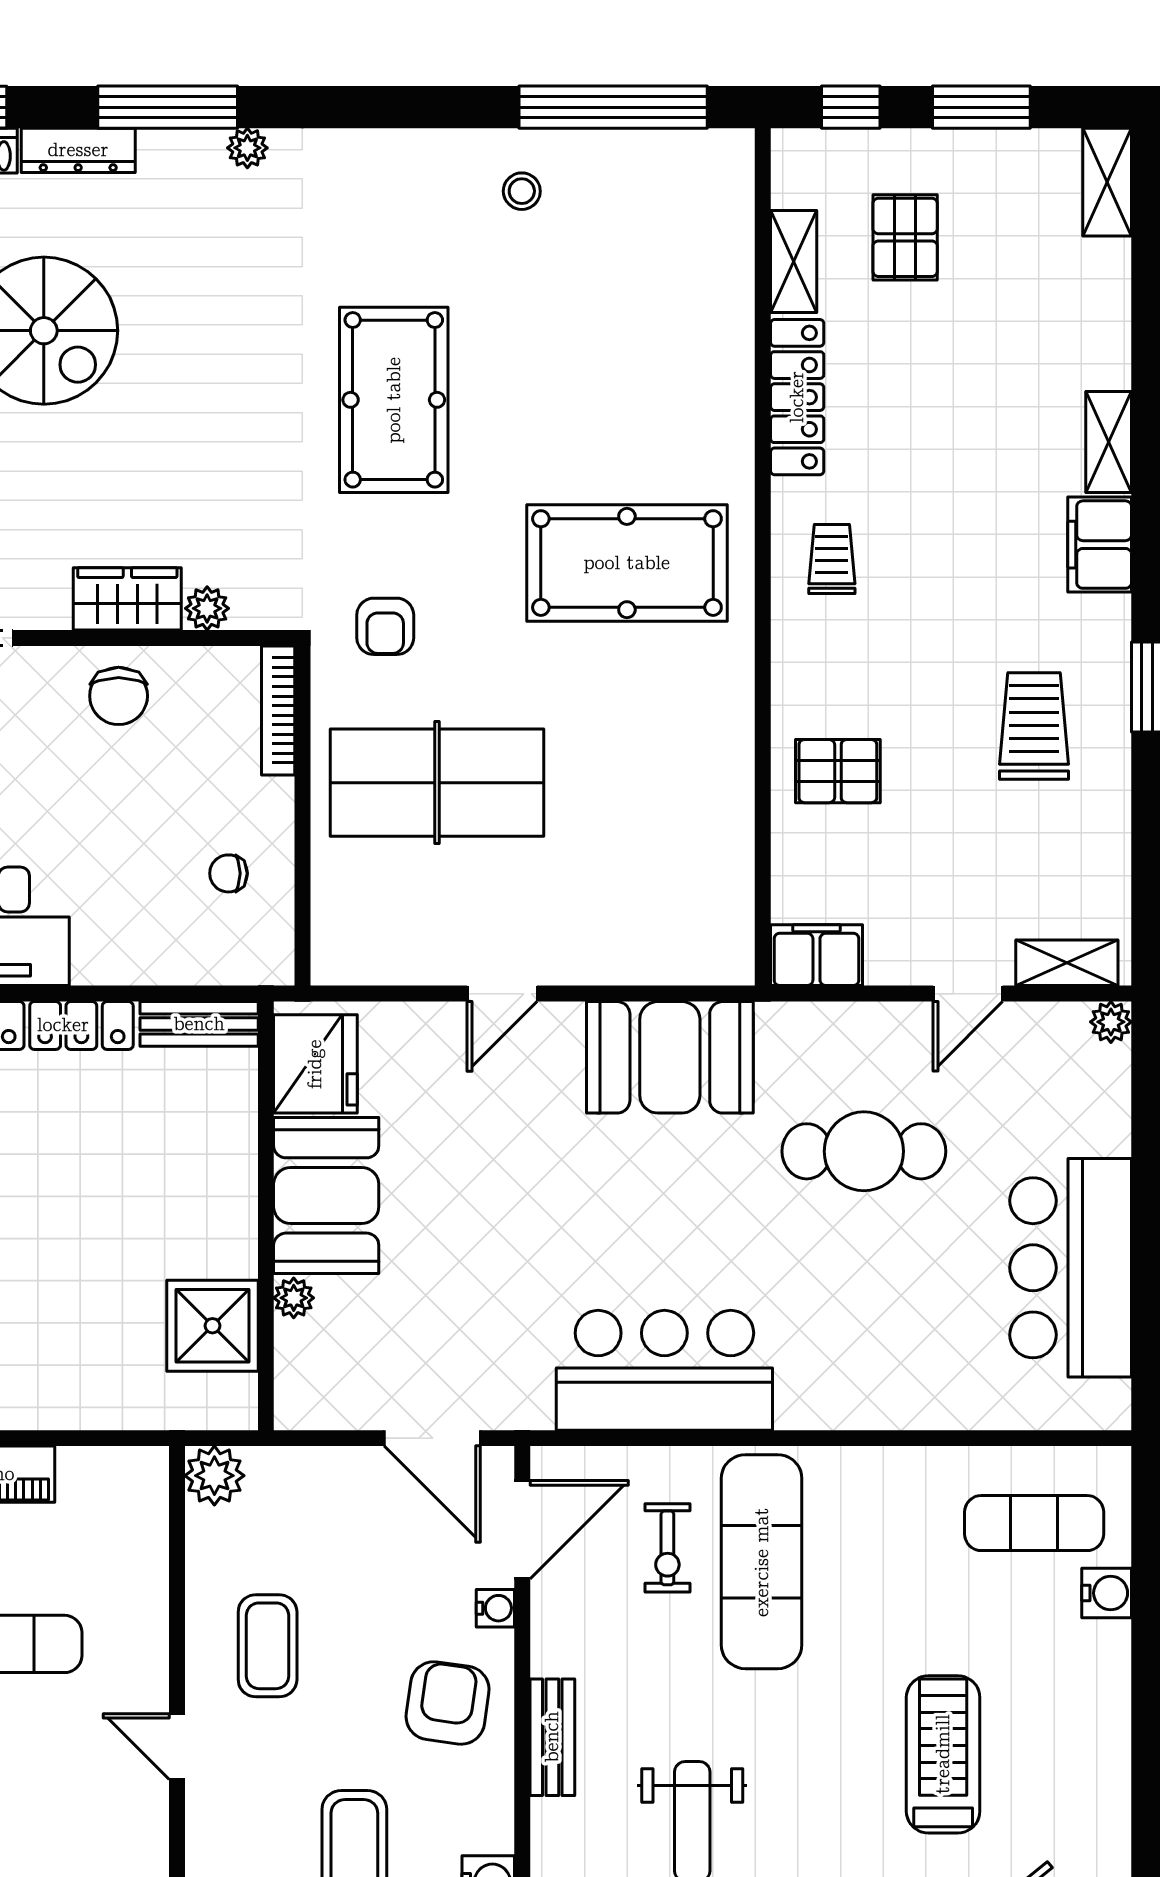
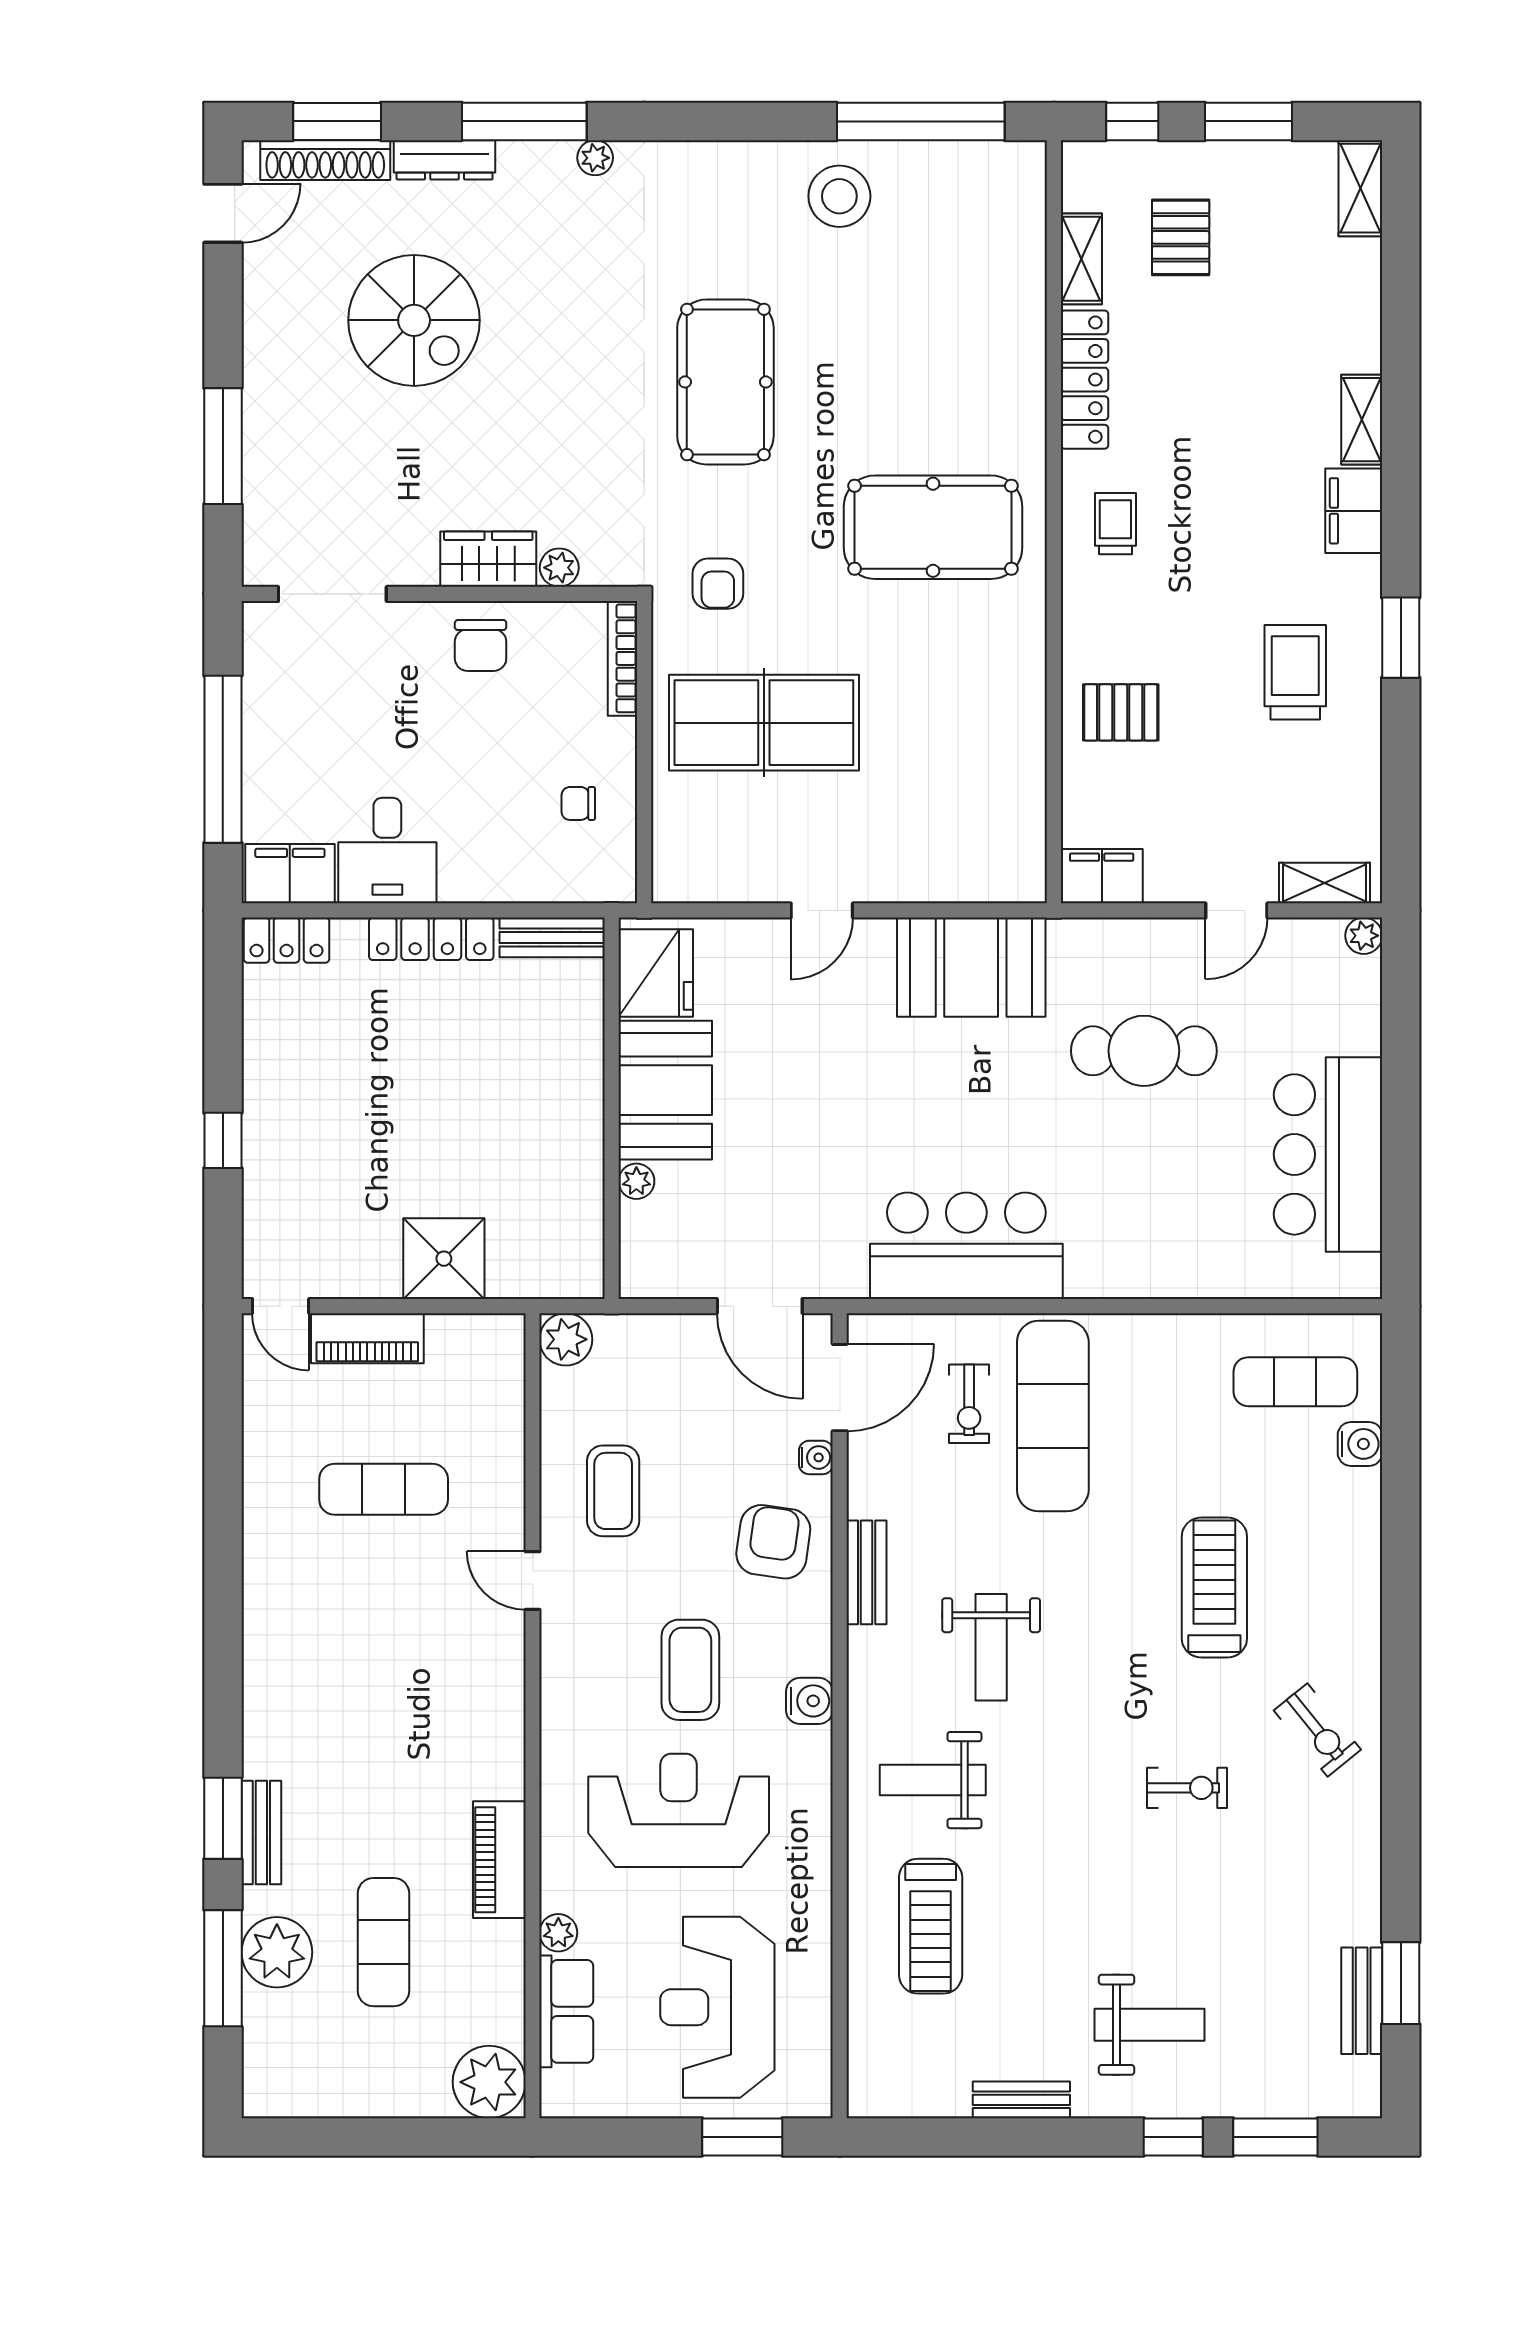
stool: (522, 191) -> (839, 196), width x1.89, depth x1.89
shower: (212, 1326) -> (444, 1259), moved

